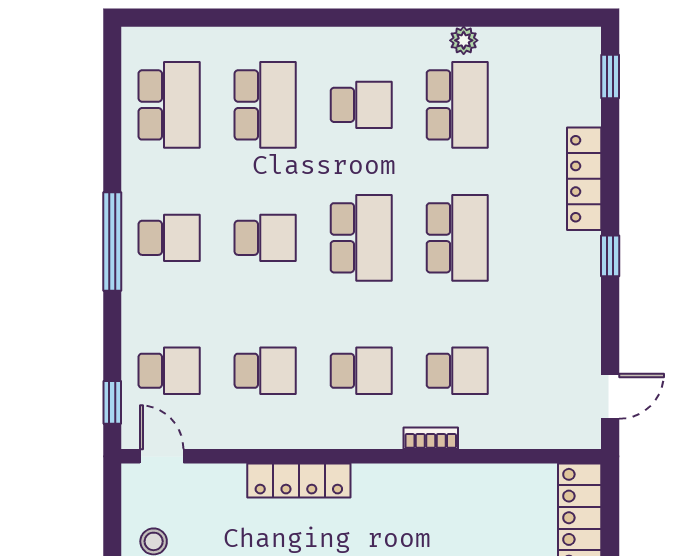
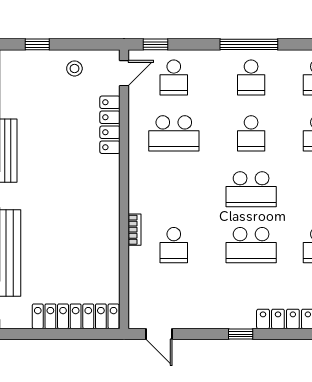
school desk: (265, 371) -> (174, 133), width x1.85
school desk: (361, 371) -> (174, 189), removed
locker: (299, 481) -> (110, 125), moved

